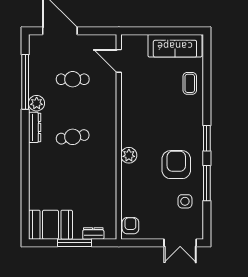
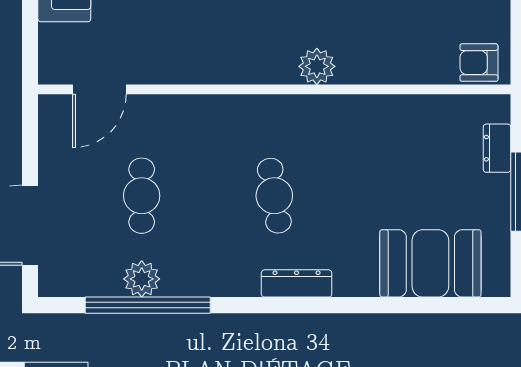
plant: (37, 103) -> (142, 279), moved
dresser: (35, 127) -> (297, 283), moved
booth: (50, 225) -> (430, 263), moved, turned 90

